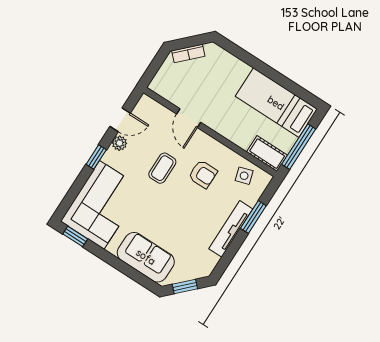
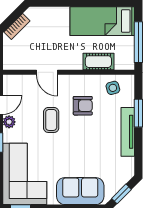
cot: (267, 154) -> (98, 62), moved

